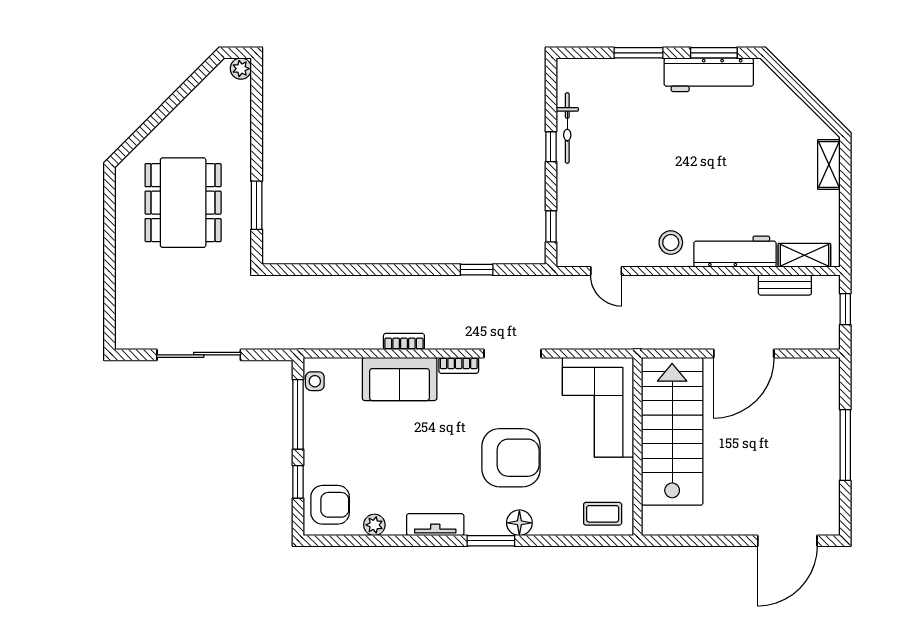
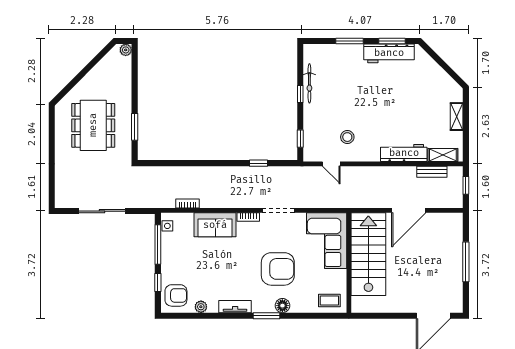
shelving: (829, 164) -> (457, 117), moved
stool: (671, 243) -> (347, 137), moved
bookcase: (404, 341) -> (188, 204), moved

